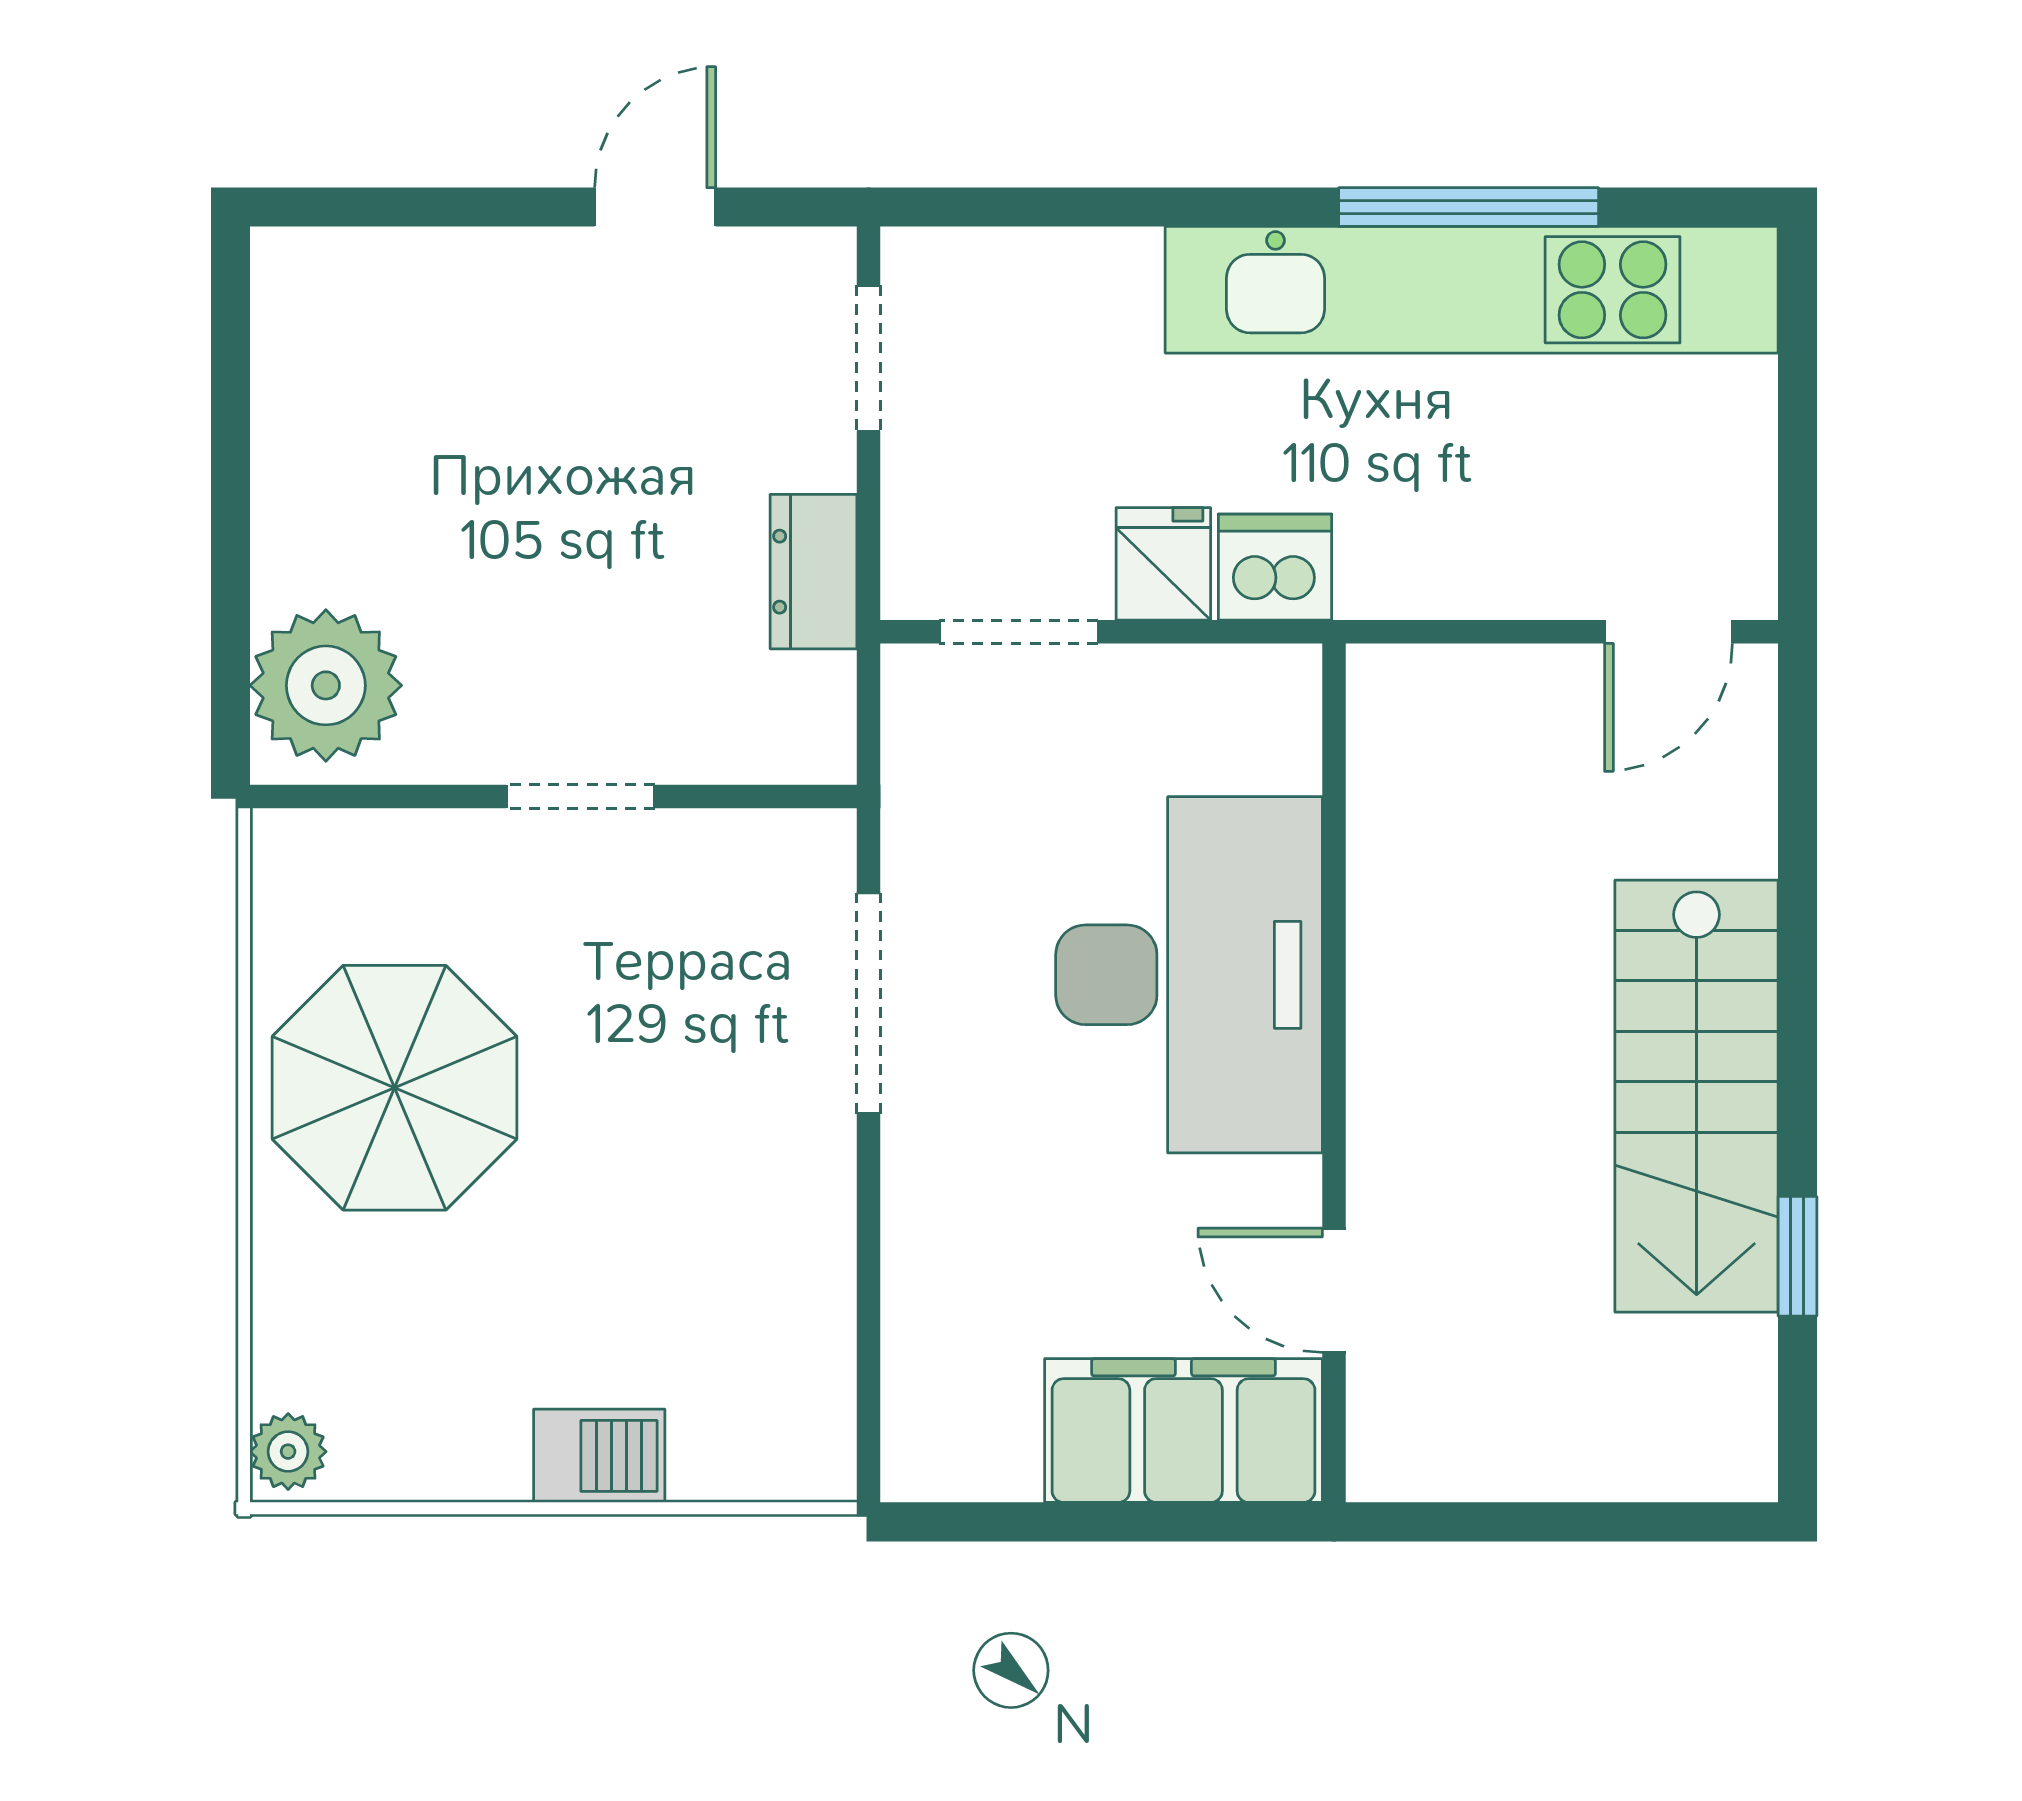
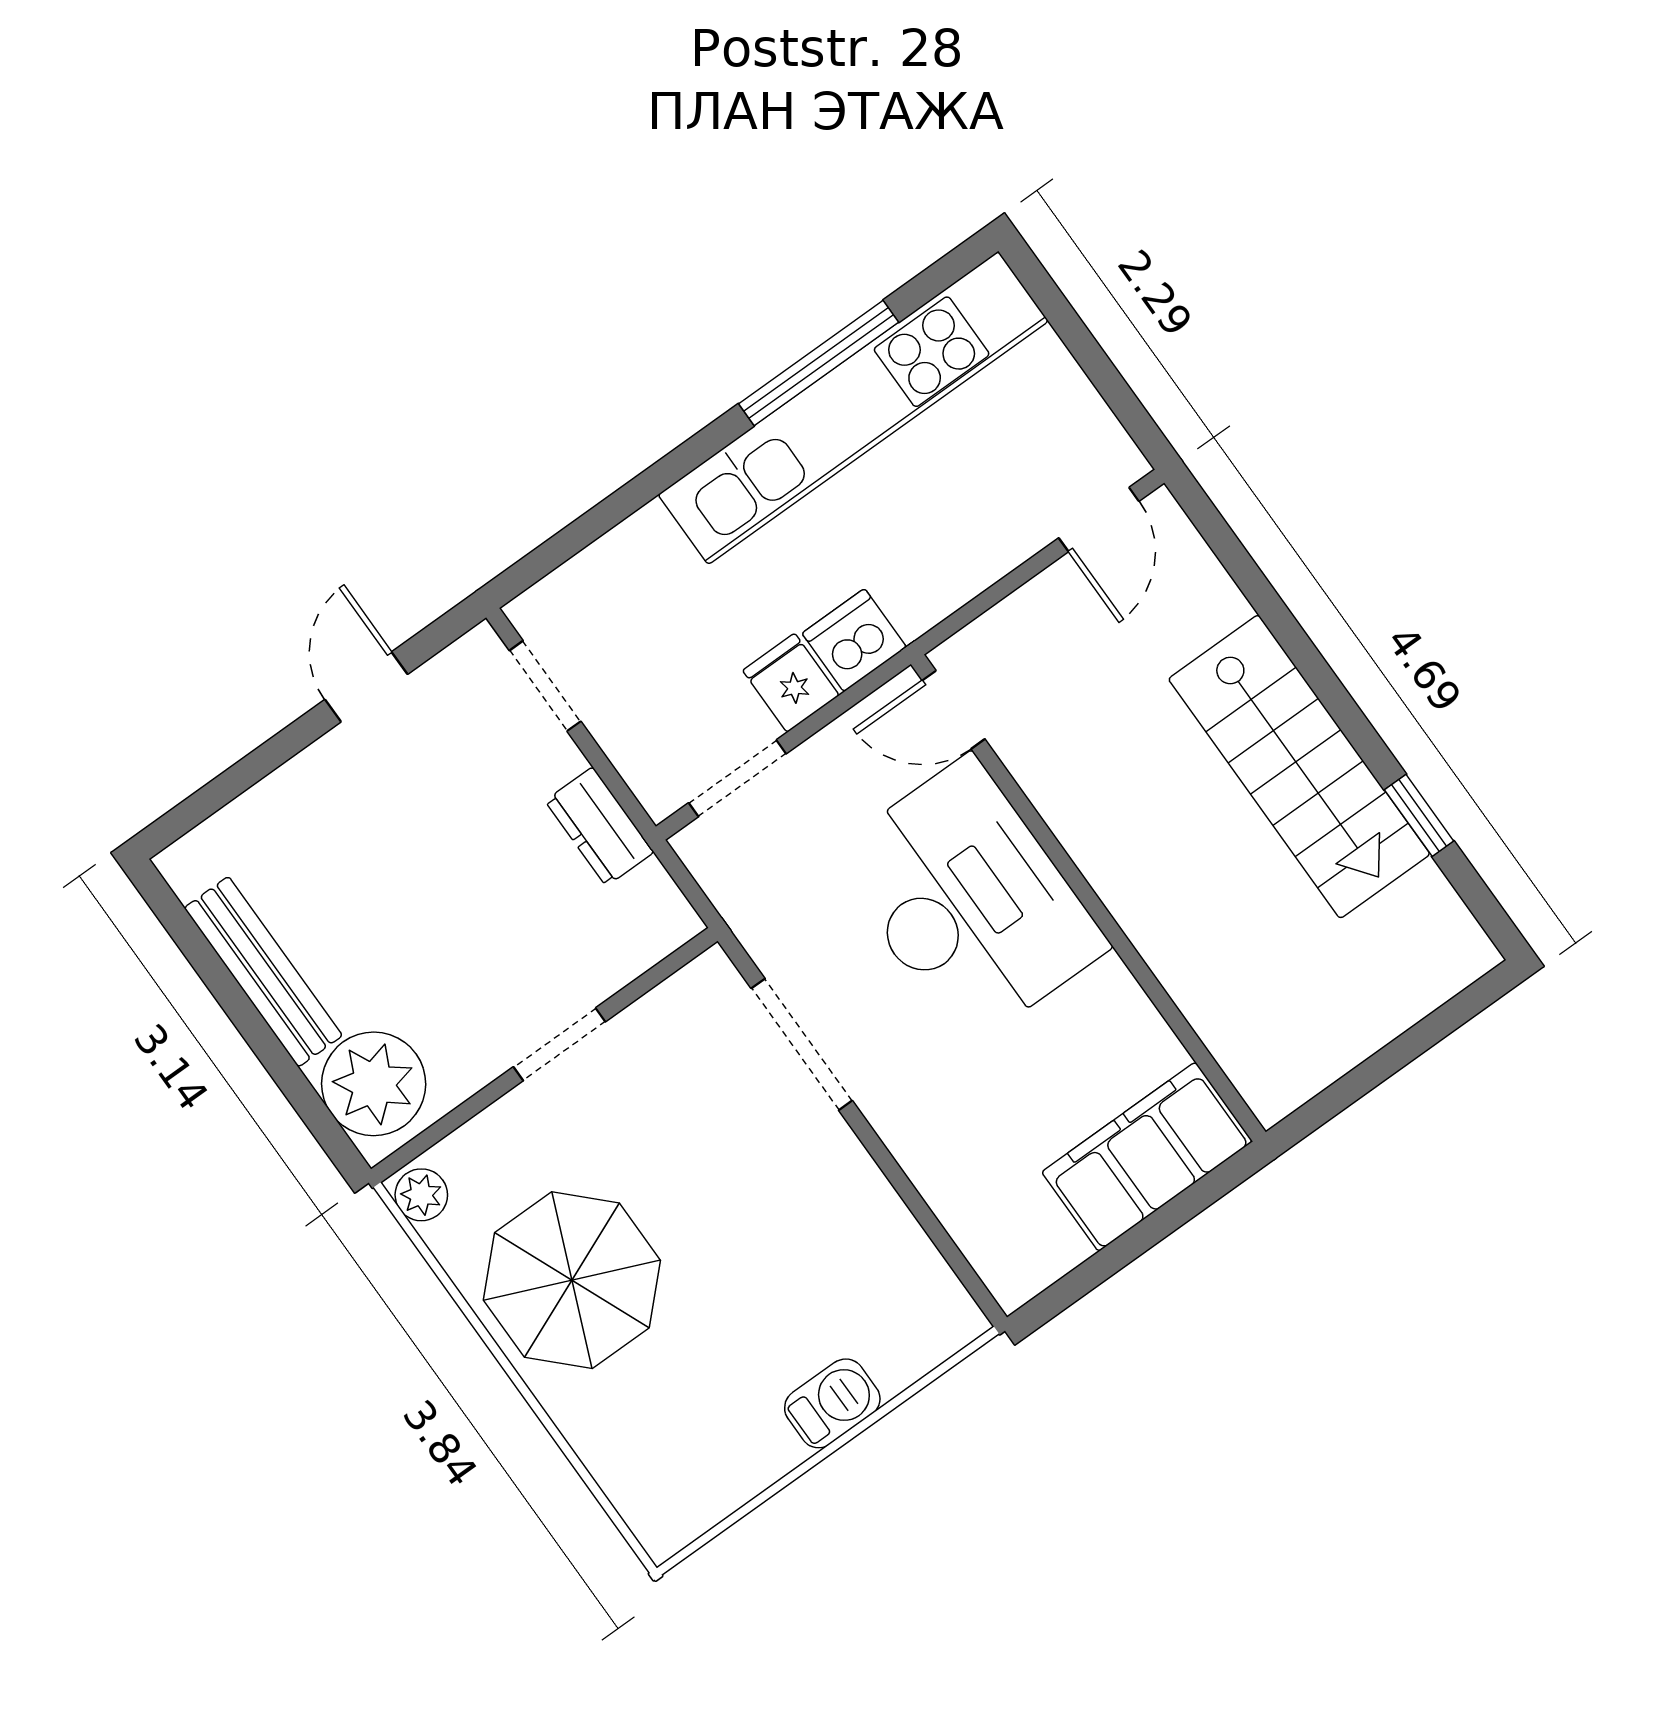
bench: (290, 458) -> (263, 972), added
door: (1334, 1290) -> (954, 710), moved
plant: (288, 1452) -> (421, 1195), moved

